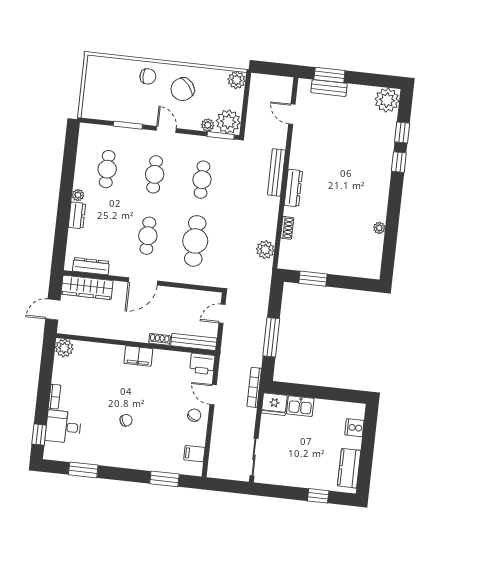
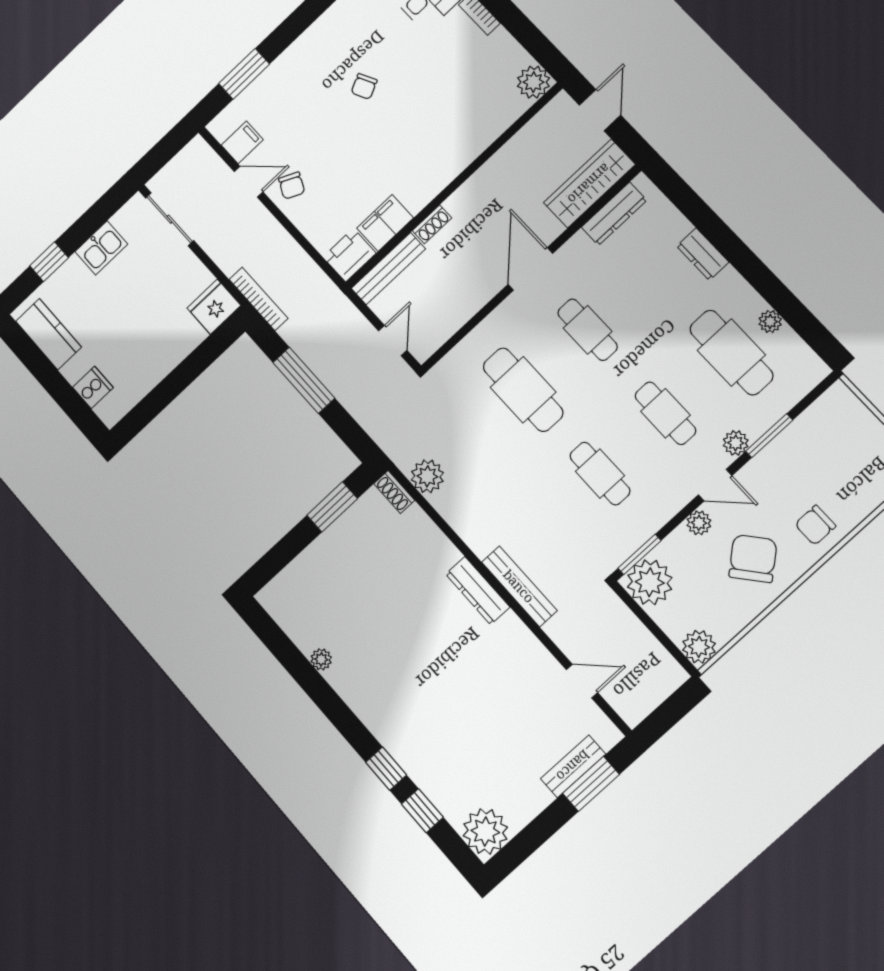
plant: (208, 125) -> (699, 523), moved
plant: (142, 136) -> (736, 443), added
cafe table: (107, 169) -> (731, 353), width x1.37, depth x1.35
plant: (78, 195) -> (770, 322), moved
shoe rack: (287, 228) -> (394, 492), moved
filing cabinet: (138, 356) -> (385, 223), moved
door: (213, 395) -> (249, 182), moved
kitchen sink: (300, 406) -> (101, 248), moved, turned 180

